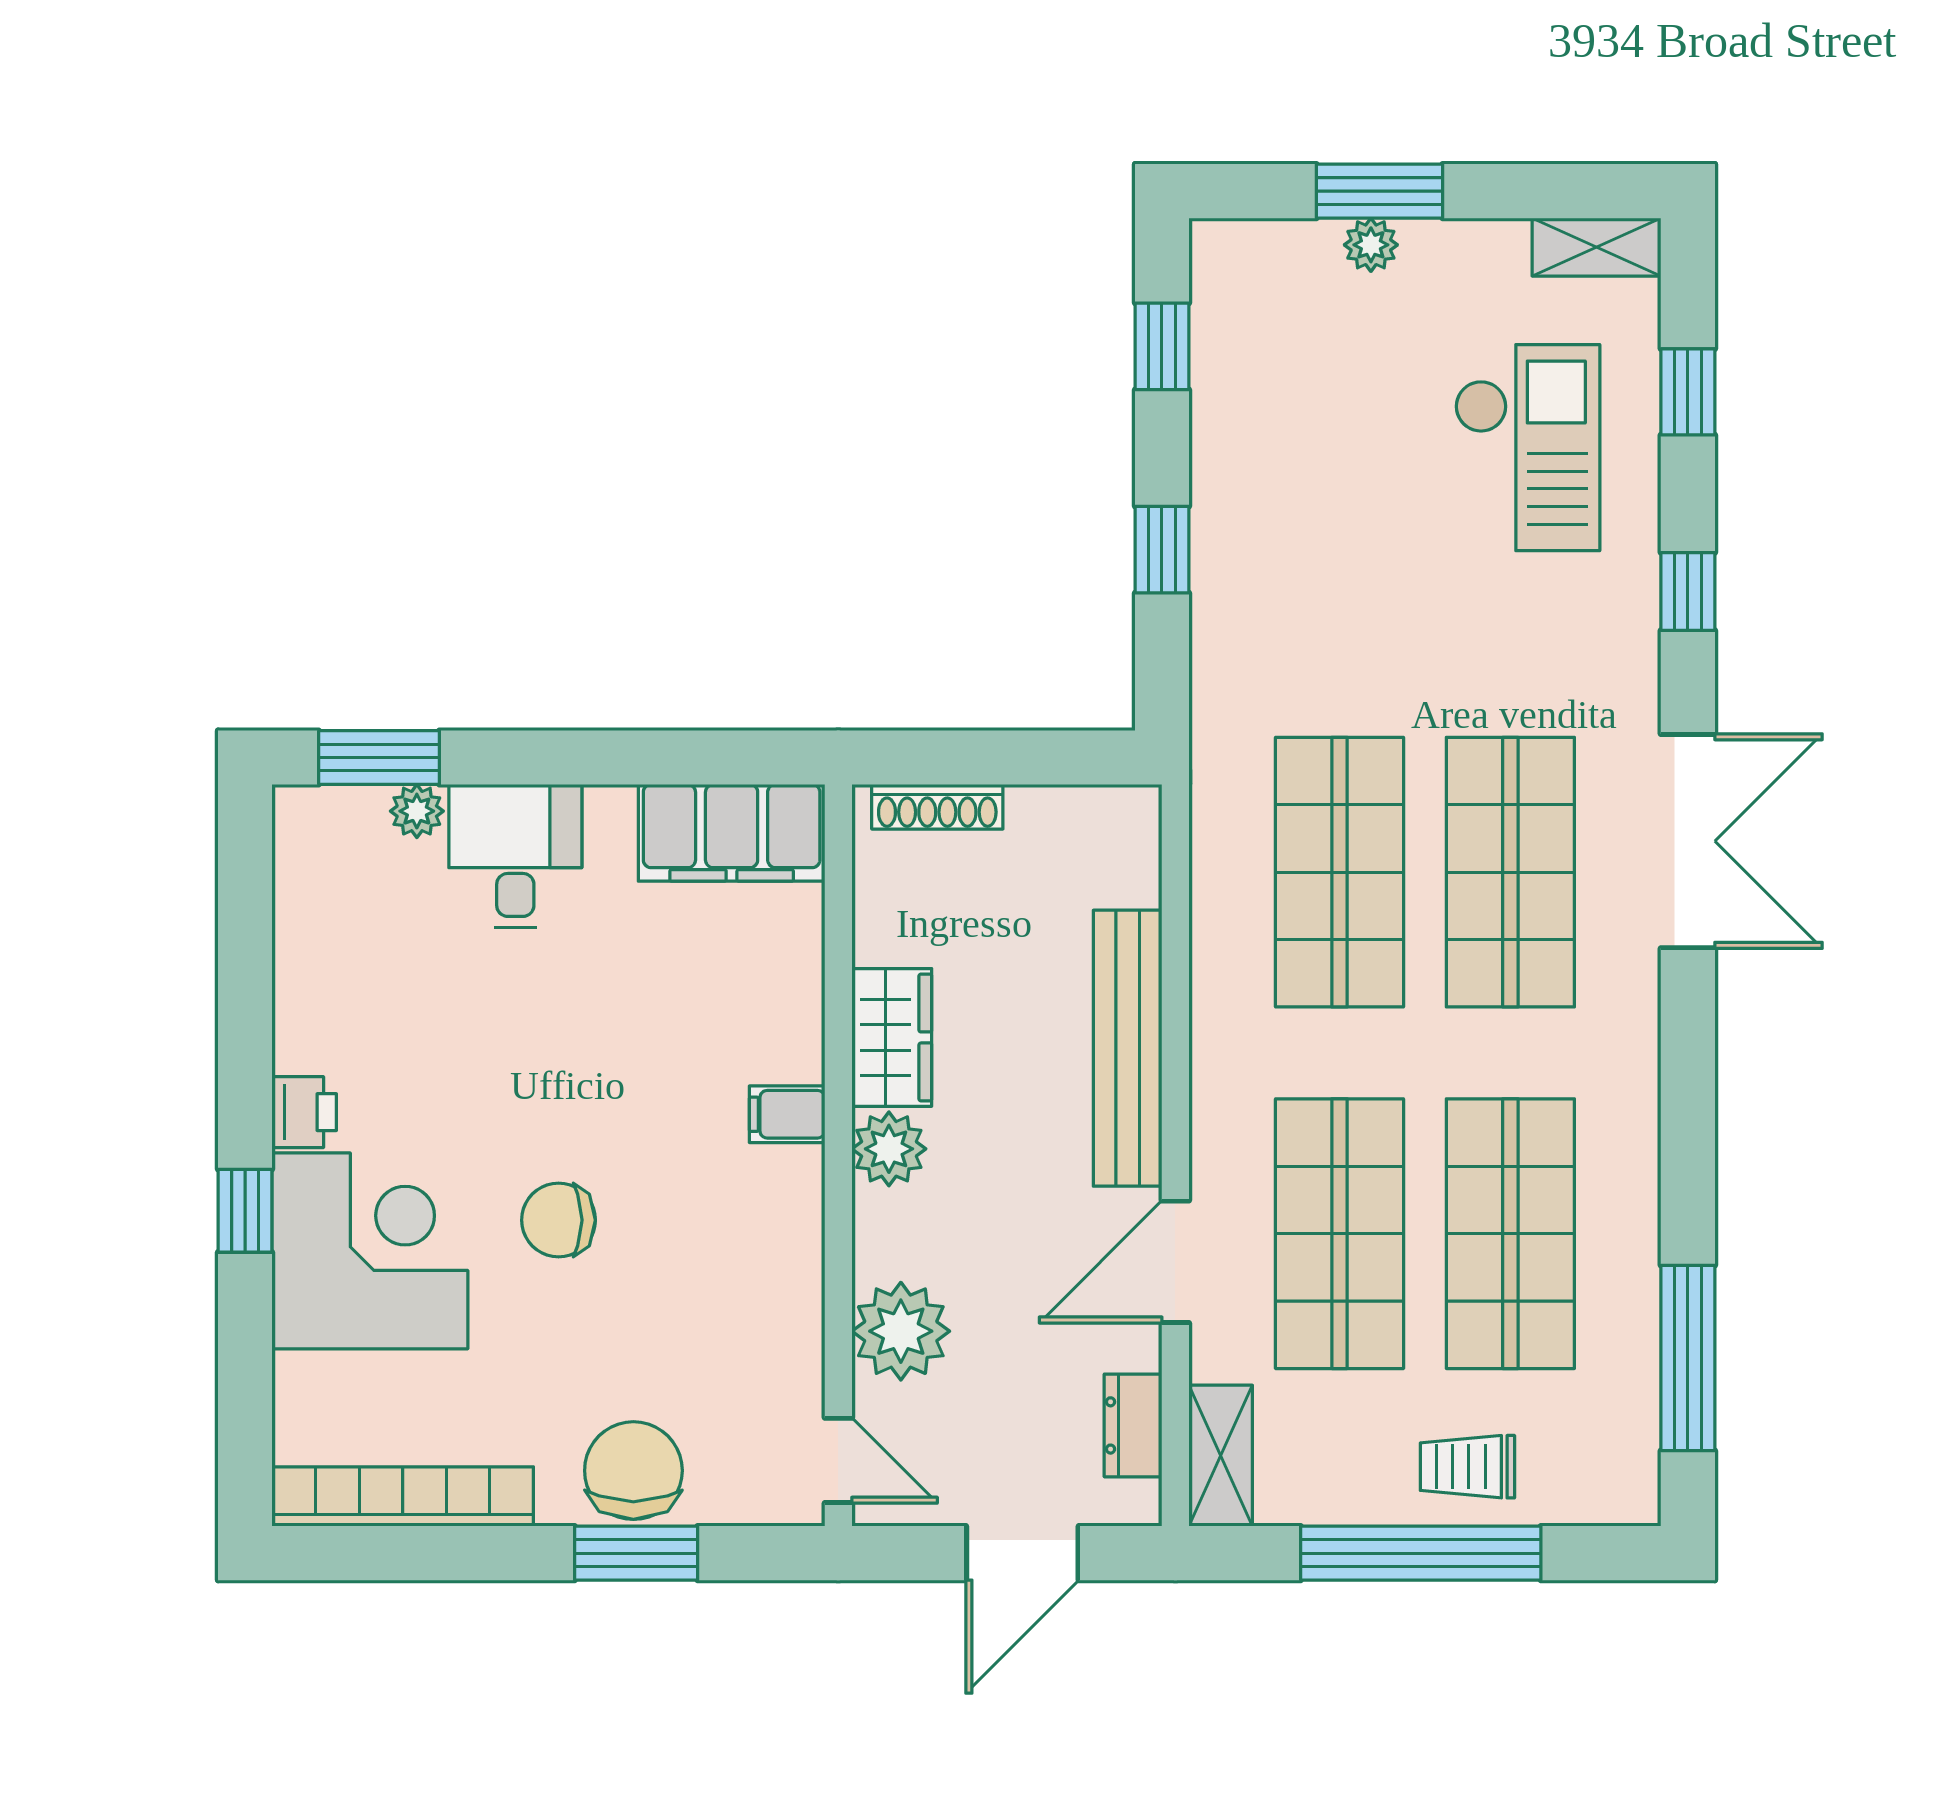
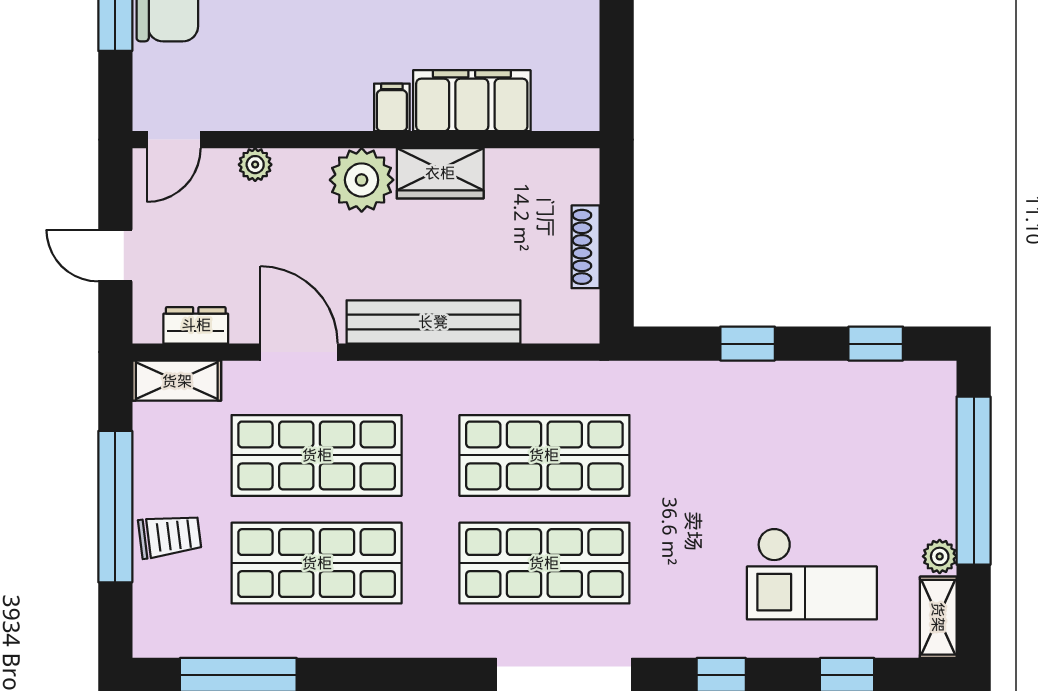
window: (1380, 191) -> (974, 481), width x2.11
plant: (1371, 245) -> (940, 556), moved
shoe rack: (937, 807) -> (586, 247), moved
filing cabinet: (732, 833) -> (472, 101), moved, turned 90
plant: (889, 1149) -> (362, 180), width x1.36, depth x1.36
plant: (901, 1331) -> (255, 165), width x0.53, depth x0.53
trolley: (1467, 1467) -> (170, 536), turned 83
door: (1022, 1553) -> (115, 256), width x0.73

